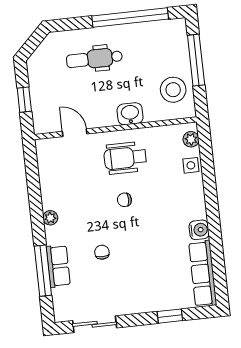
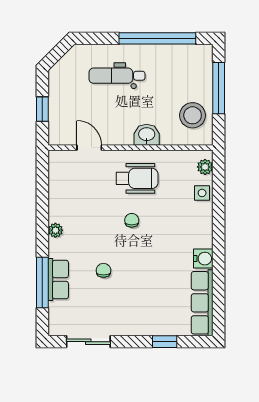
wheelchair: (125, 158) -> (137, 178), turned 180
chair: (124, 200) -> (132, 220), turned 90

